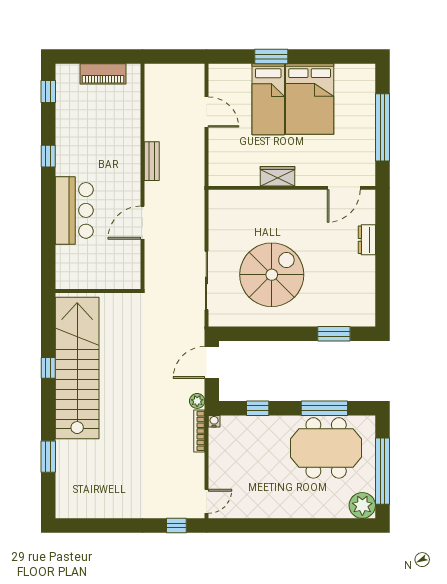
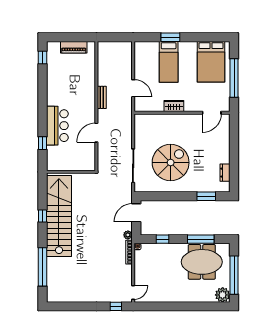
bed: (310, 99) -> (211, 62), moved
door: (206, 112) -> (133, 88), moved
window: (48, 156) -> (42, 143), moved
dresser: (367, 240) -> (225, 173), moved
window: (48, 457) -> (42, 267), width x2.11

